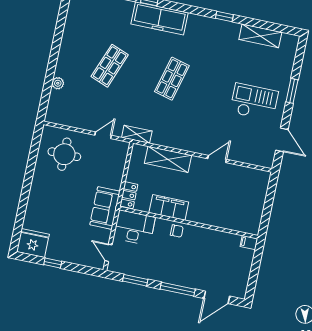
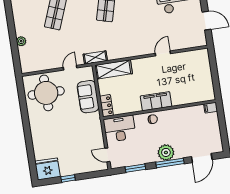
round table: (64, 154) -> (46, 93), width x1.36, depth x1.36
shelving: (168, 159) -> (114, 69), moved
filing cabinet: (169, 207) -> (156, 101), moved
sofa: (105, 208) -> (88, 97), moved
plant: (178, 275) -> (166, 152), added

